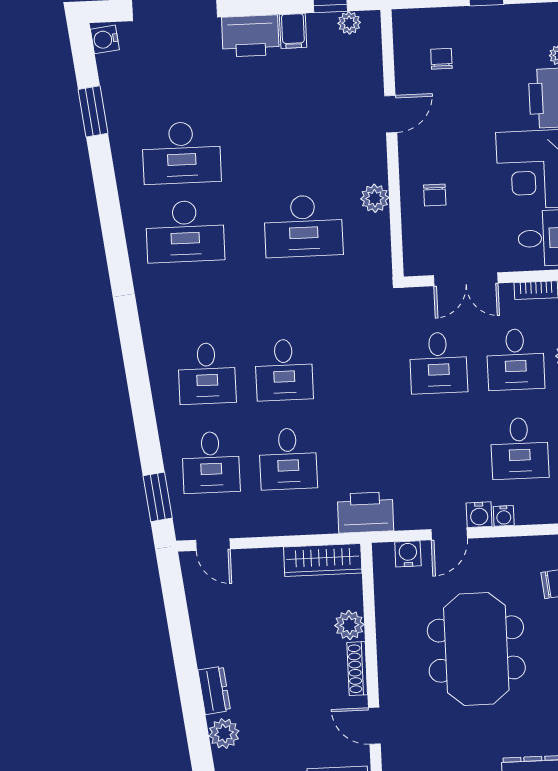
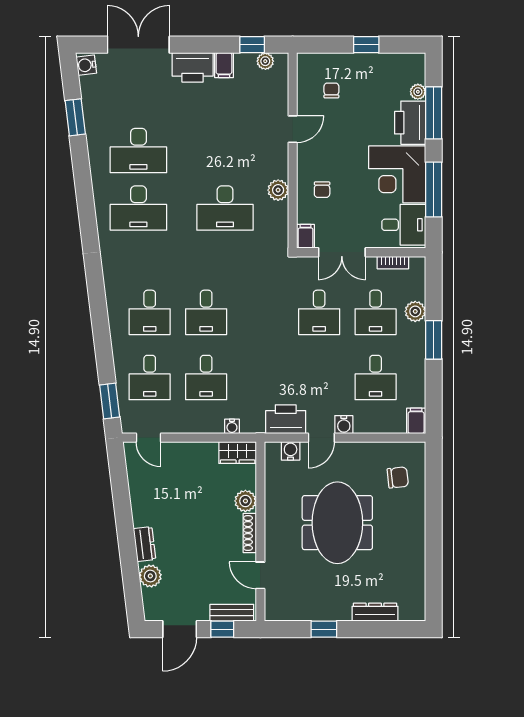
filing cabinet: (415, 260) -> (306, 236), added
printer: (365, 512) -> (286, 419), moved
water cooler: (504, 516) -> (232, 426), moved
wardrobe: (323, 560) -> (238, 453), width x0.67

